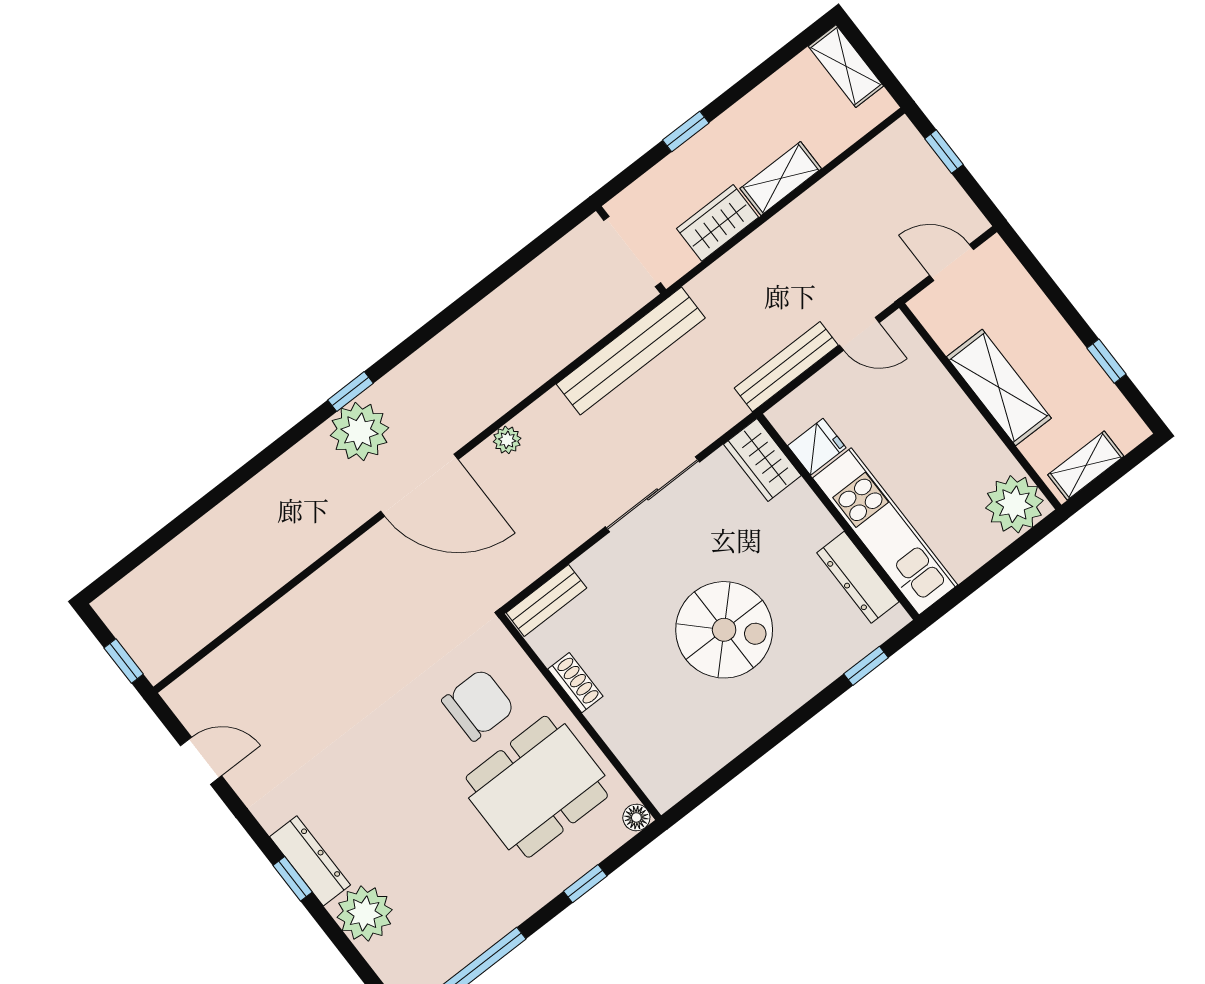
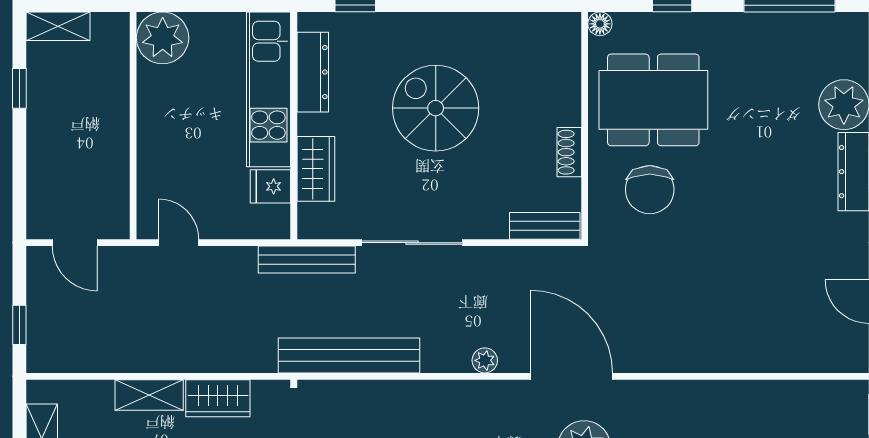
bench: (786, 367) -> (307, 260), moved
shelving: (999, 388) -> (110, 129), removed
wardrobe: (762, 460) -> (316, 169), moved
shelving: (1086, 465) -> (58, 26), moved
chair: (478, 705) -> (650, 190), turned -90

